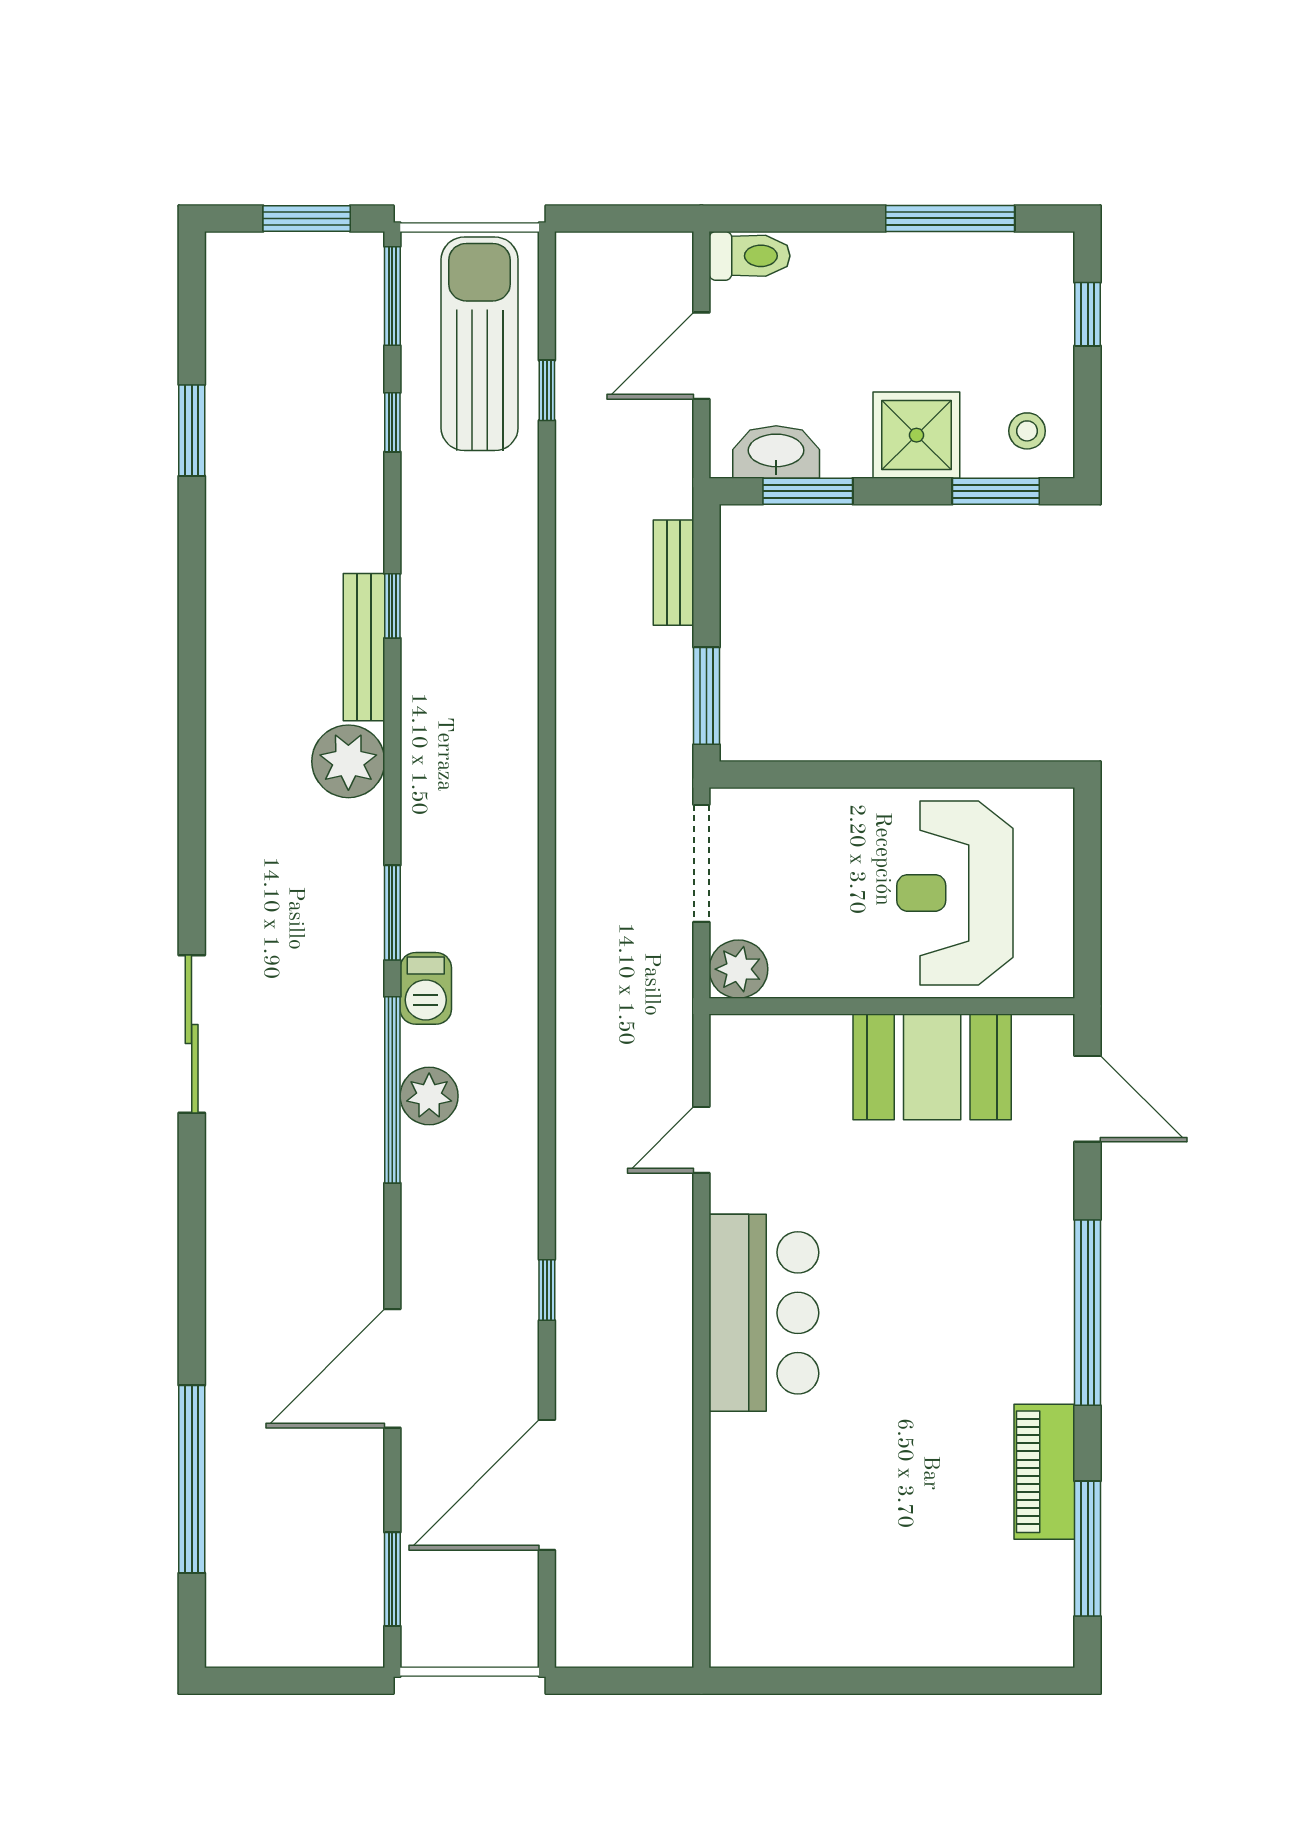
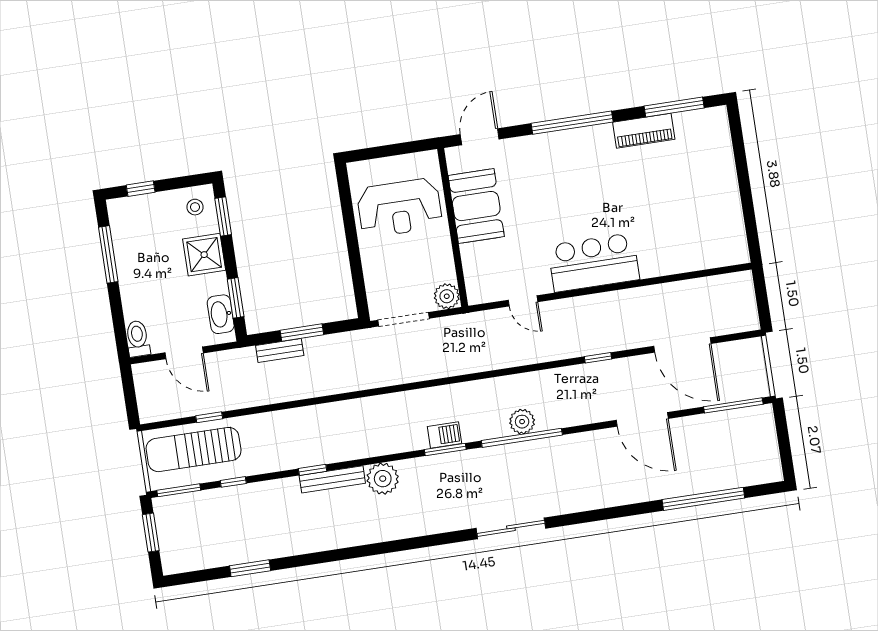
window: (707, 696) -> (302, 333), moved
barbecue: (426, 988) -> (445, 435), moved
window: (392, 1579) -> (733, 405), width x1.44

